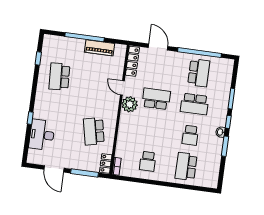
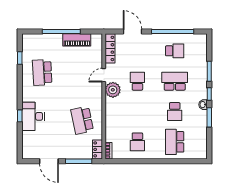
school desk: (199, 73) -> (175, 51), width x0.54
door: (122, 88) -> (104, 75), hinge flipped
school desk: (156, 99) -> (137, 81), width x0.54
school desk: (195, 104) -> (175, 81), turned 180
desk: (42, 135) -> (33, 116), moved

